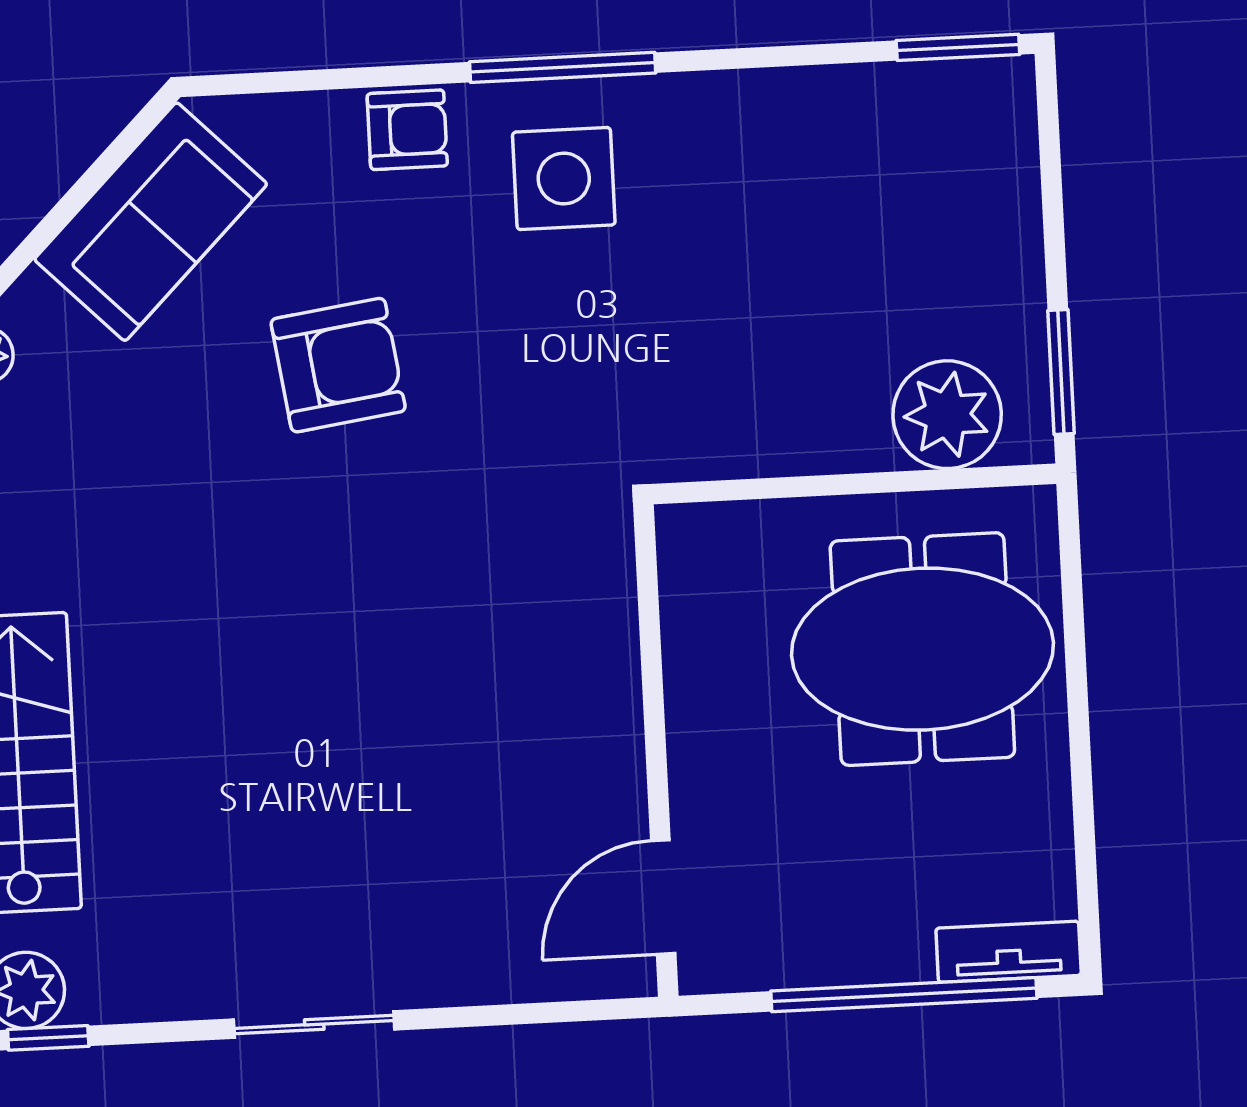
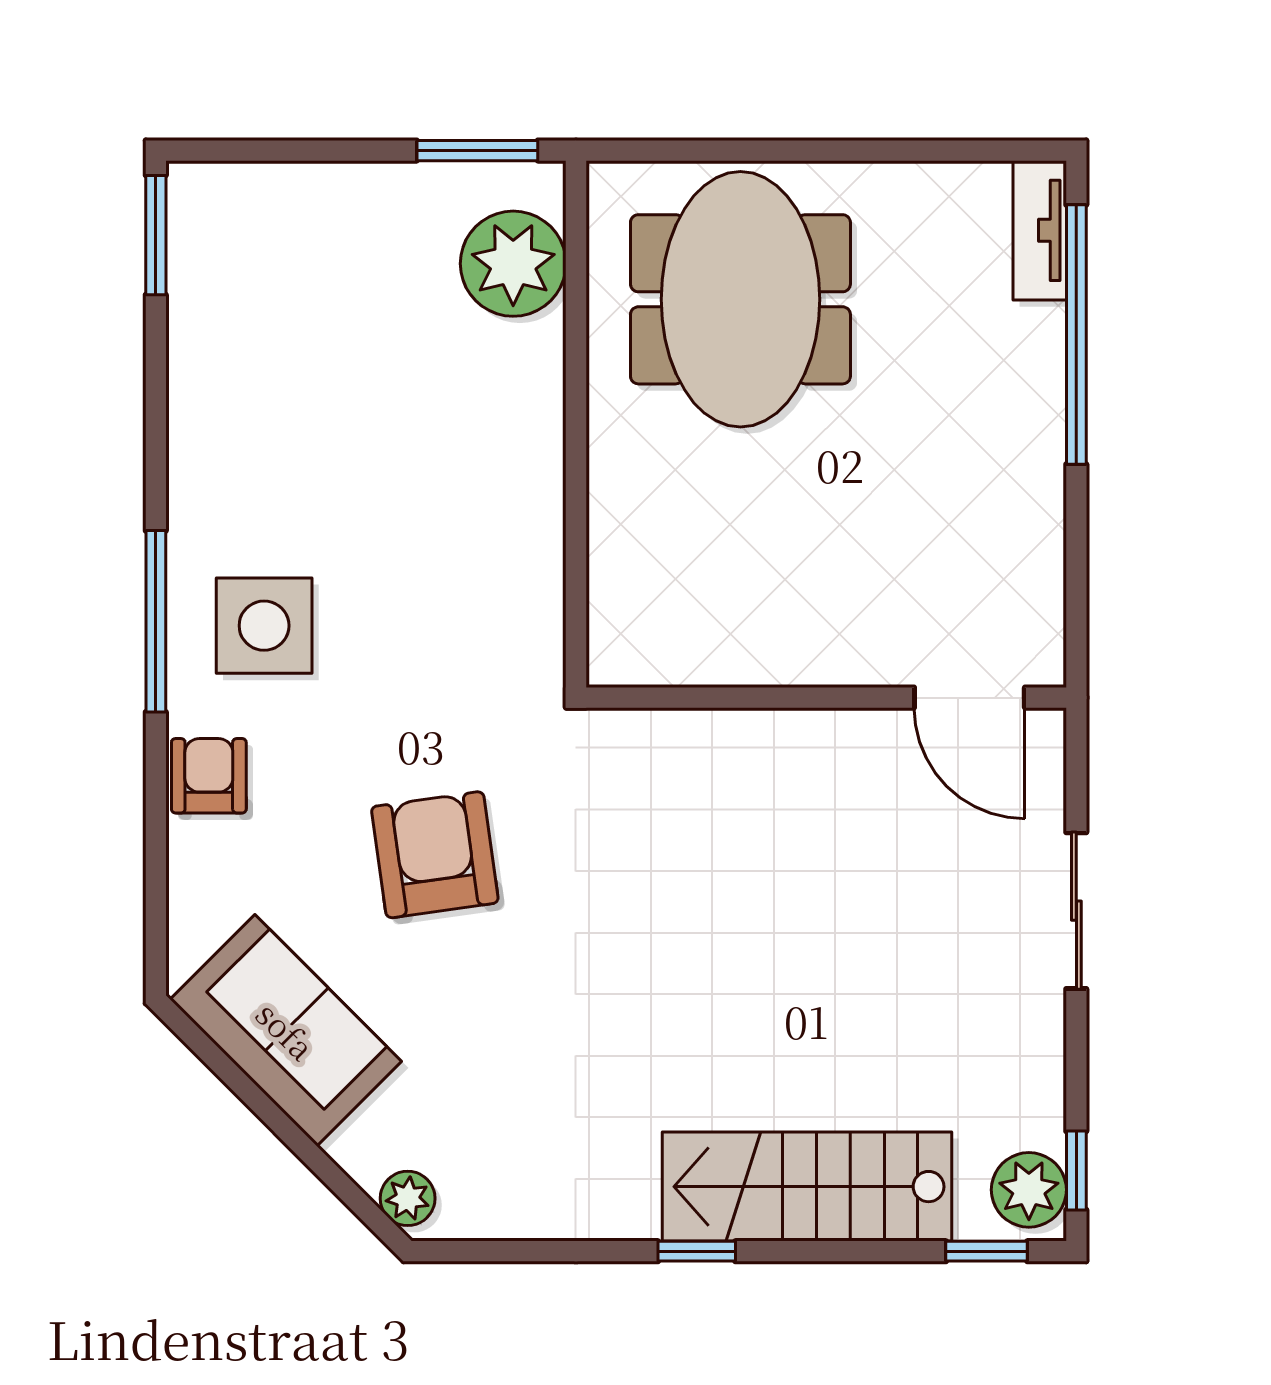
wall: (656, 751) -> (826, 698), moved
door: (663, 897) -> (969, 698), moved

